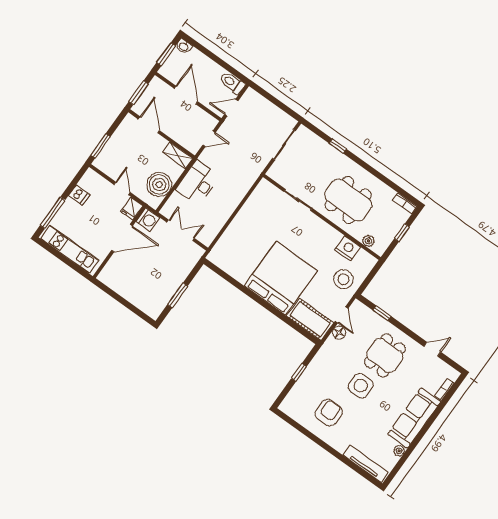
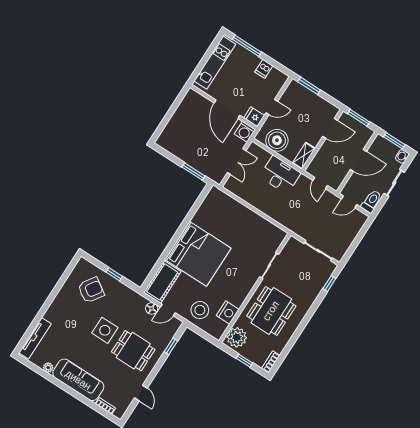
sliding door: (213, 57) -> (394, 183), added
door: (231, 108) -> (349, 202), swing flipped
window: (338, 146) -> (329, 284), moved
plant: (368, 241) -> (237, 337), width x1.87, depth x1.87
window: (178, 295) -> (193, 172), moved
armchair: (329, 413) -> (91, 290), moved, turned -56

